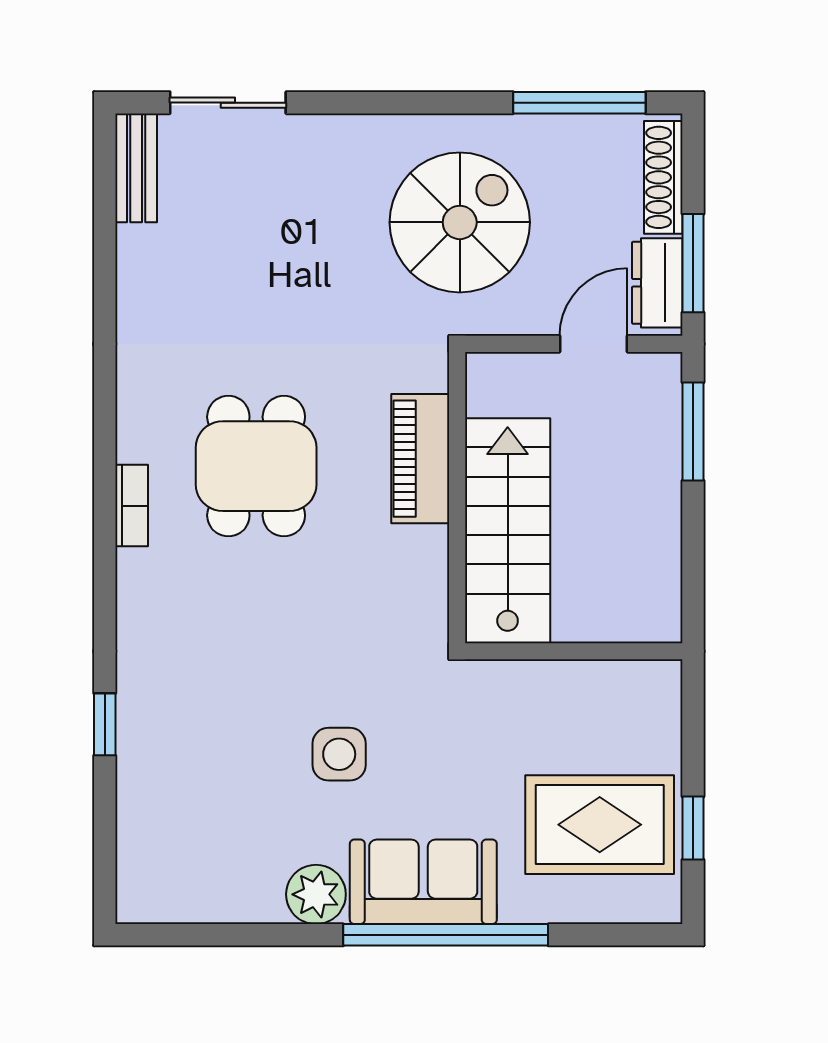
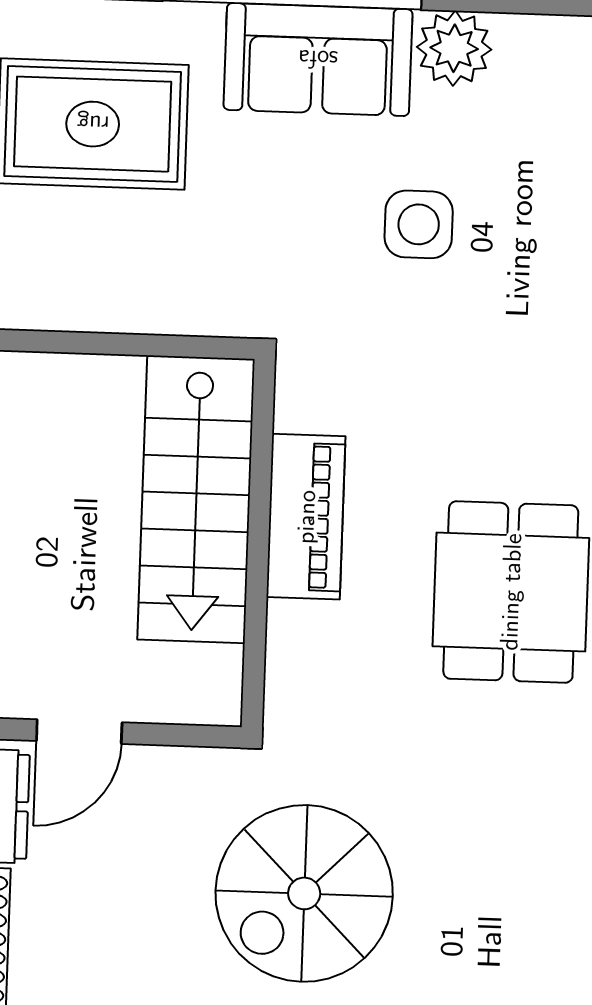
spiral stairs: (460, 222) -> (304, 893), moved
piano: (420, 459) -> (306, 517), moved

